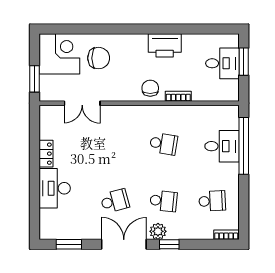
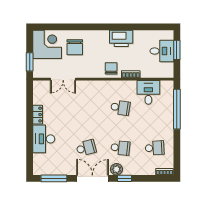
chair: (99, 58) -> (75, 47), turned 90
desk: (222, 146) -> (148, 92), moved, turned -90
window: (69, 244) -> (54, 178), width x1.44

